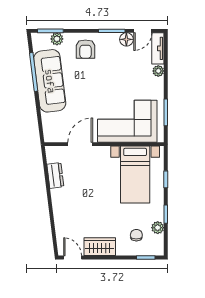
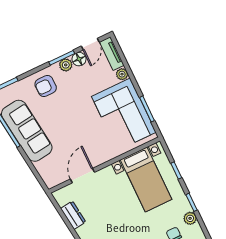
plant: (57, 39) -> (66, 65), moved
armchair: (85, 49) -> (46, 86), turned 90
corner sofa: (127, 121) -> (124, 114), moved, turned -90

